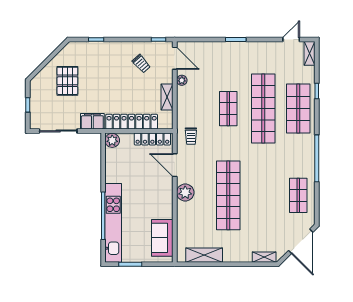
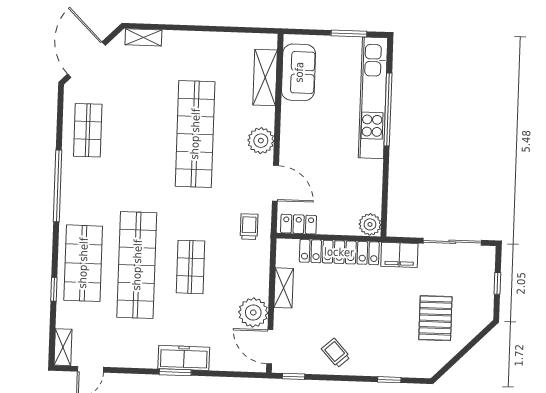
freezer: (231, 49) -> (184, 358), added
trolley: (141, 64) -> (336, 353), moved
plant: (182, 80) -> (253, 313), width x1.88, depth x1.88
locker: (152, 139) -> (299, 224), width x0.66
shelving: (204, 255) -> (265, 77), moved, turned 90

